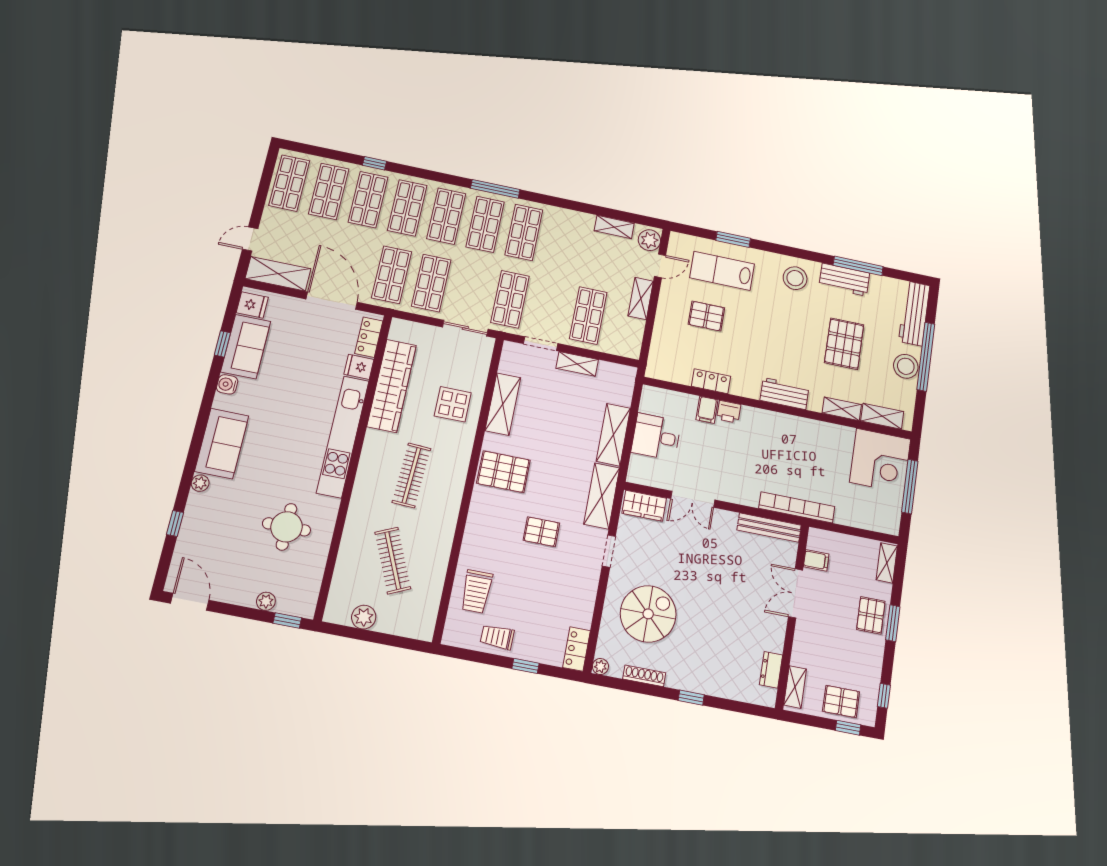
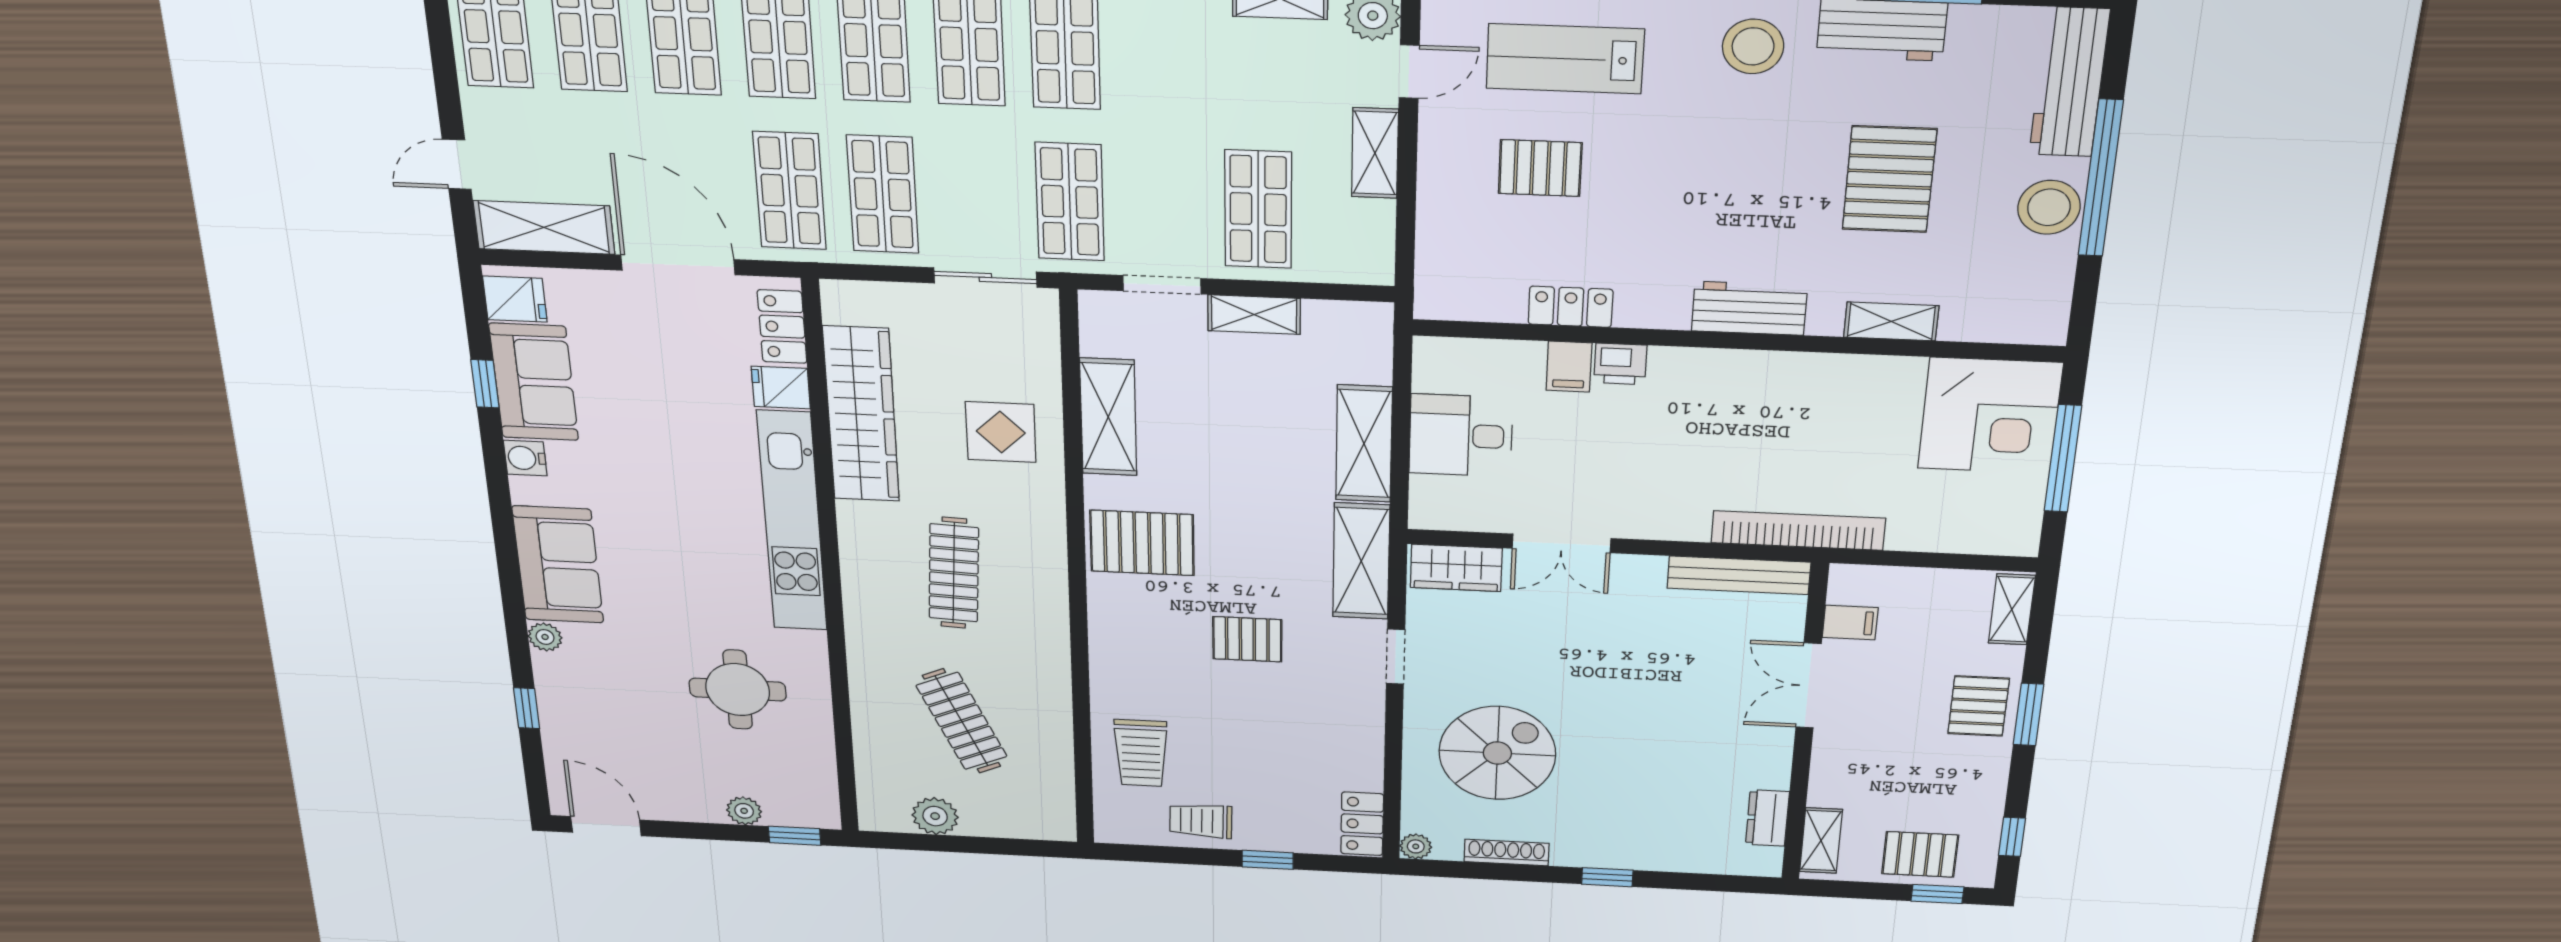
shelving: (882, 416) -> (1992, 324), removed

